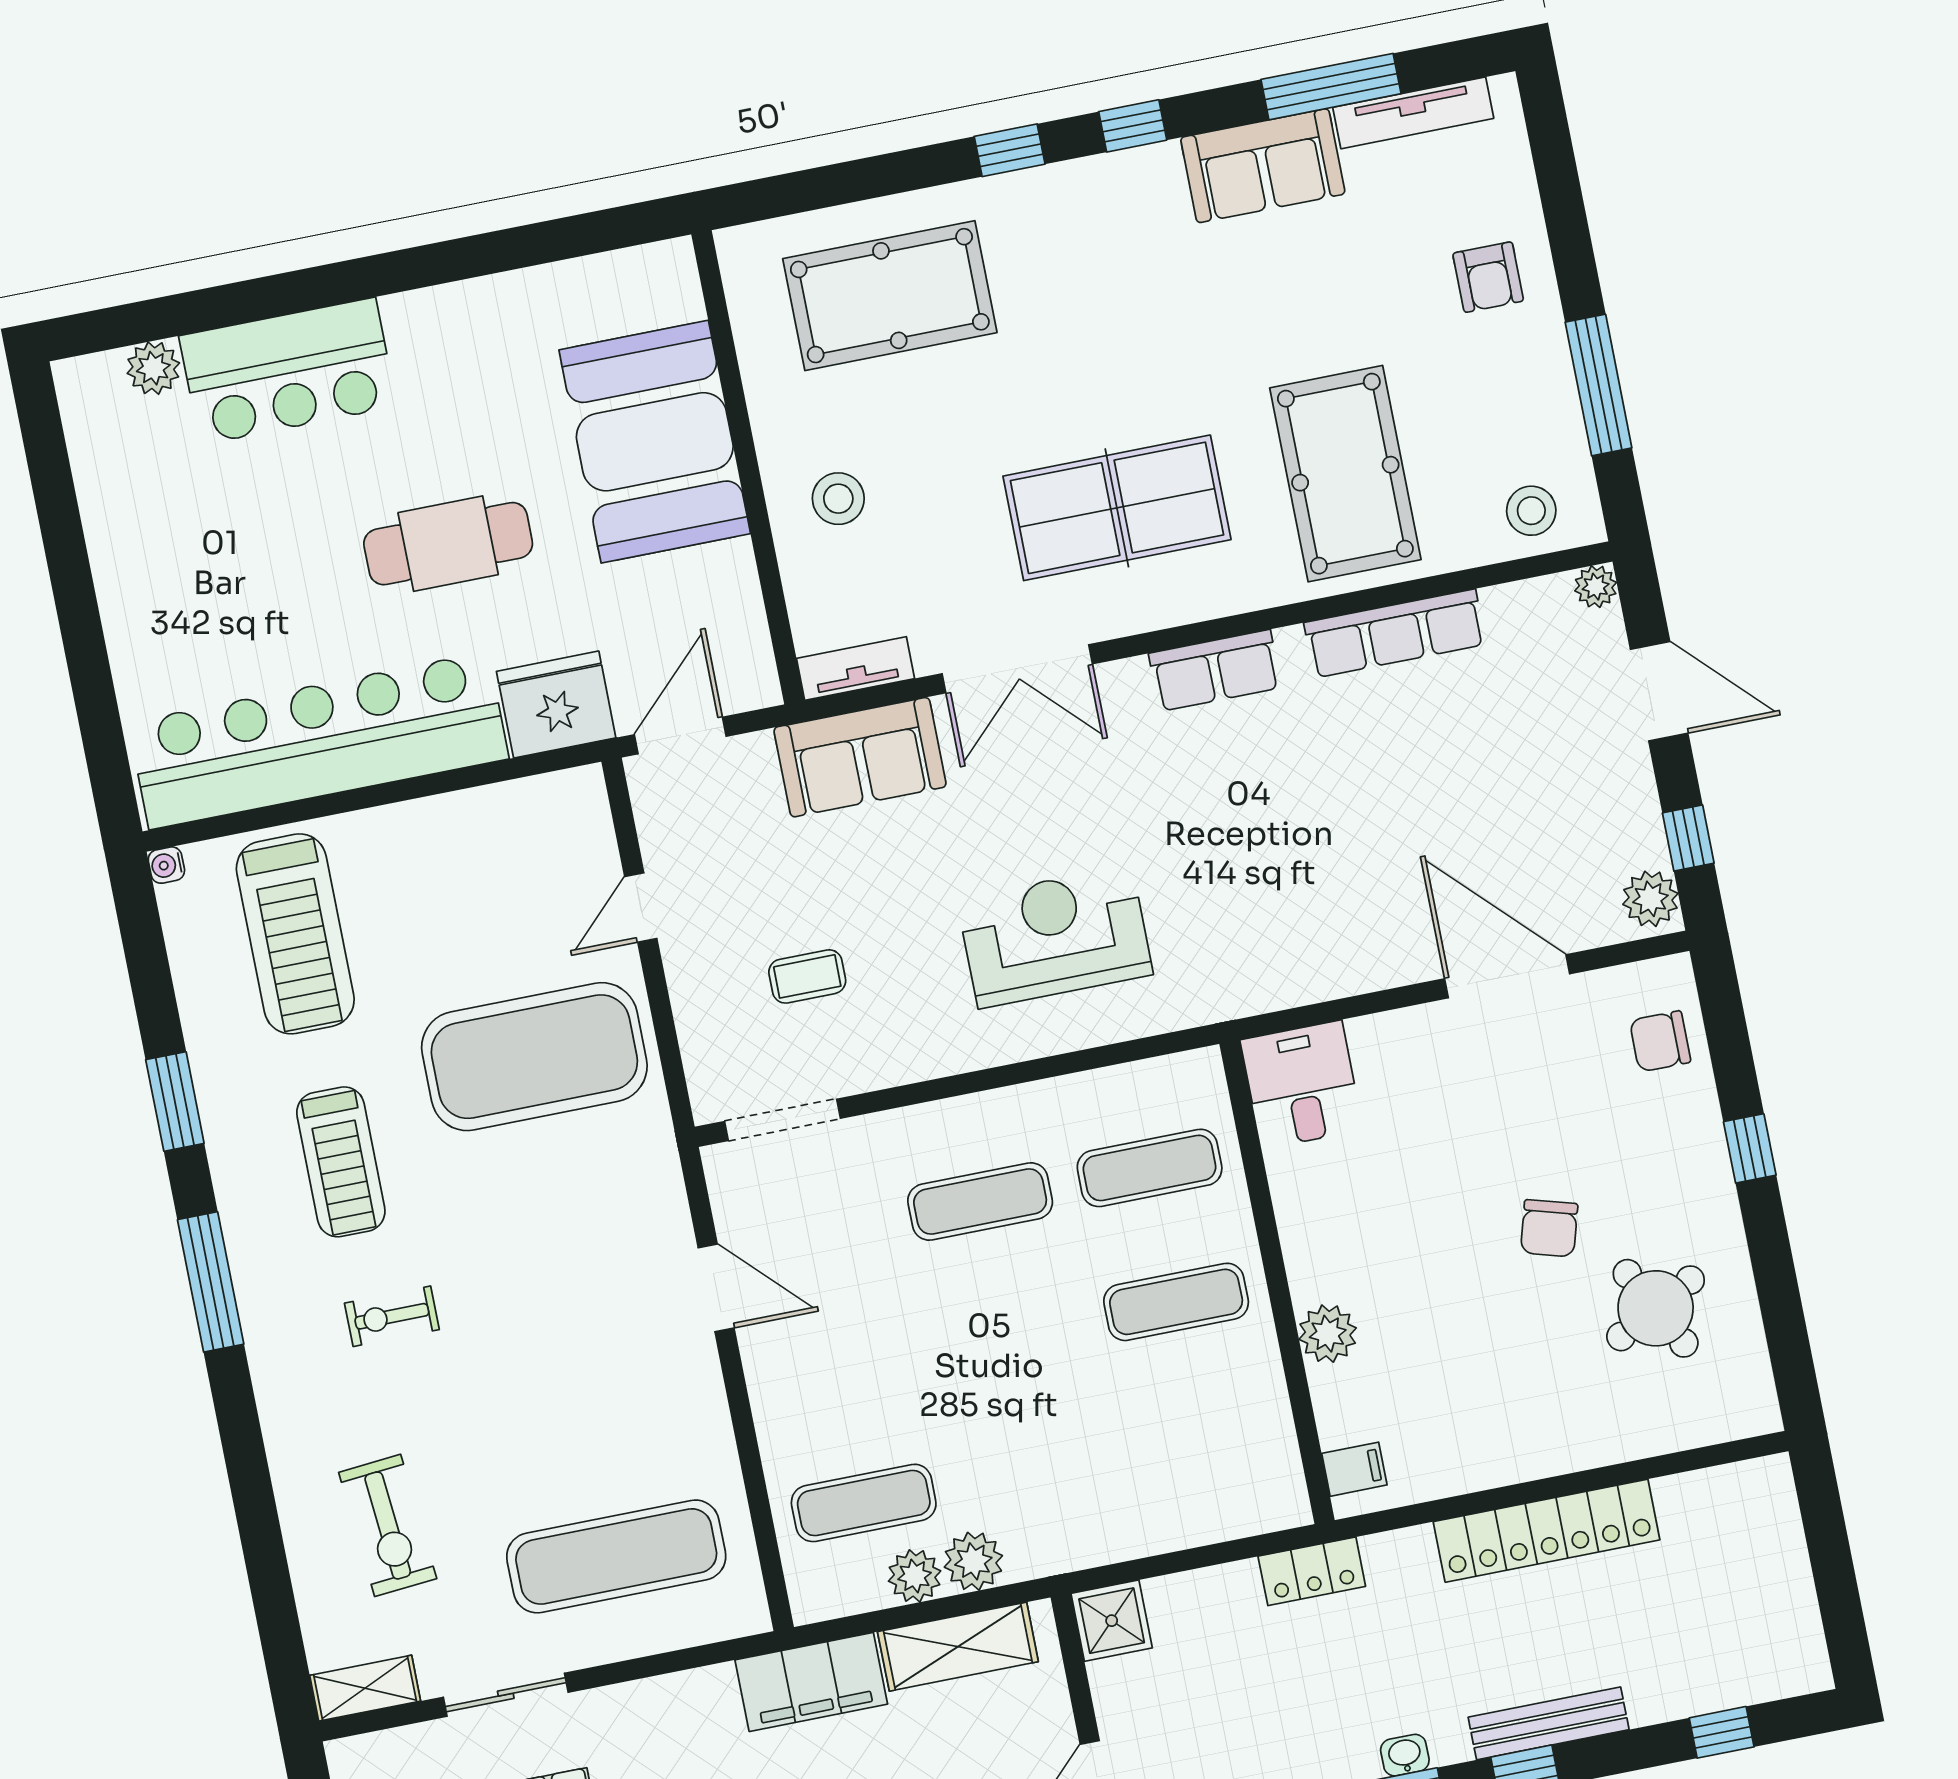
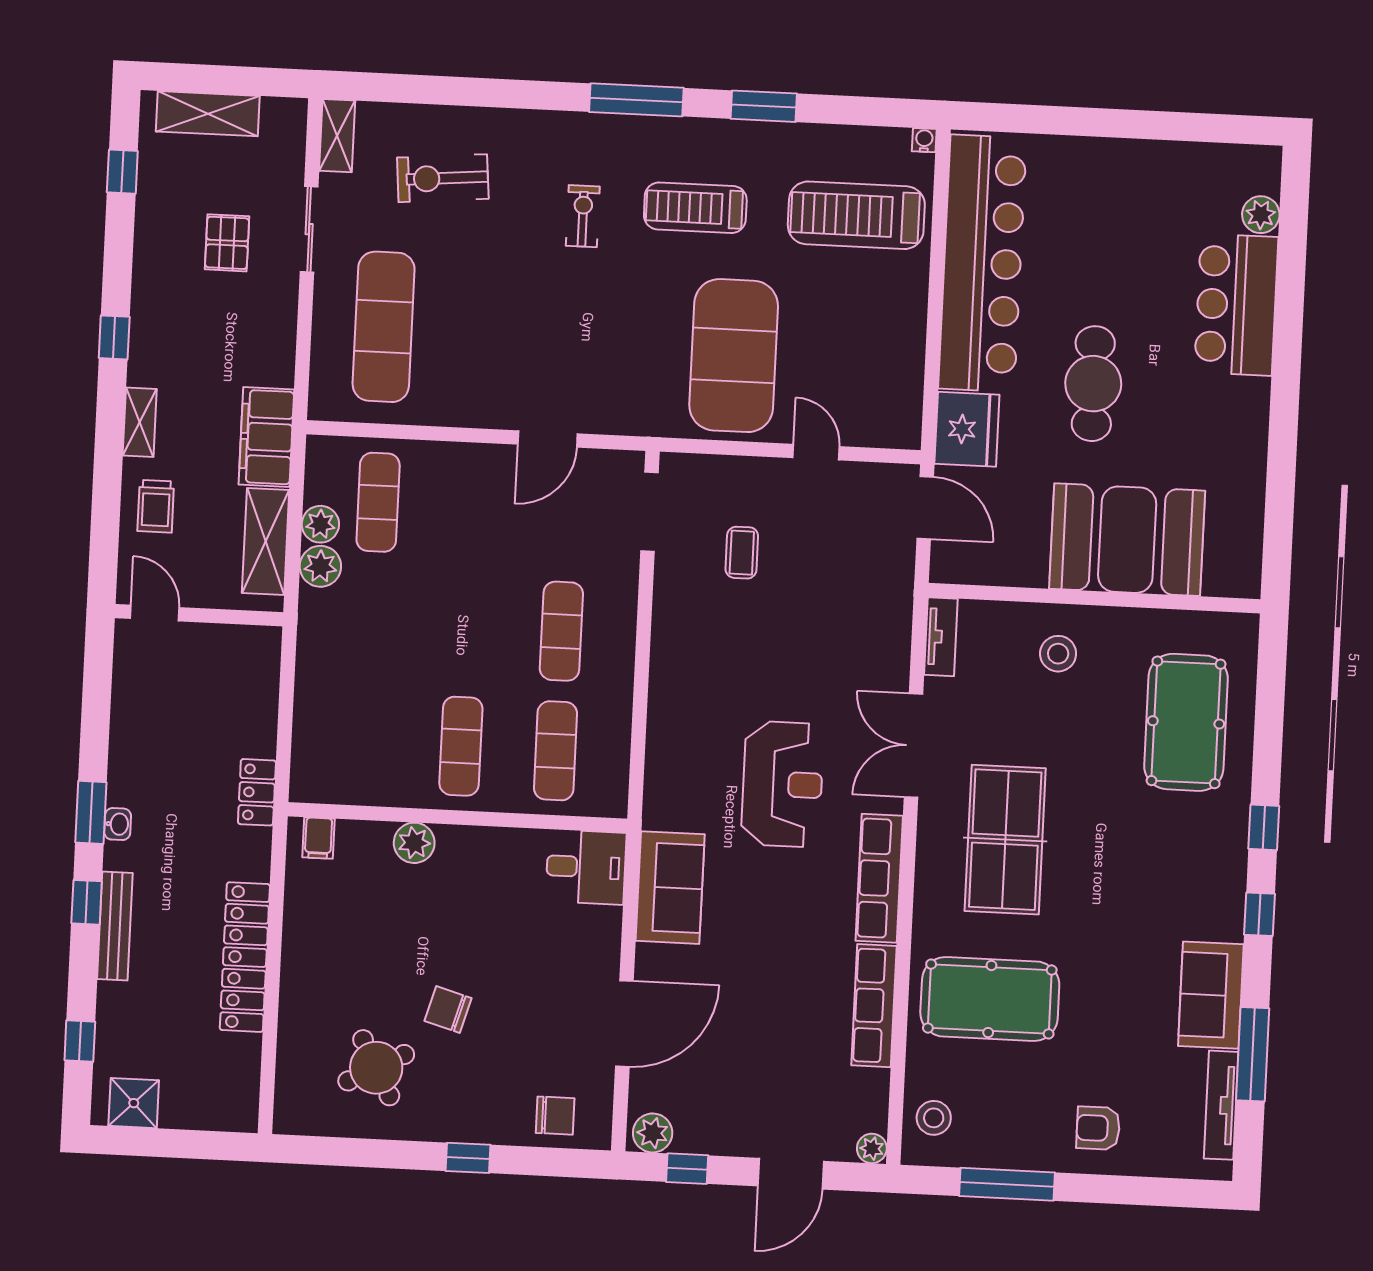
row of seats: (1215, 670) -> (879, 878), width x1.48
sofa: (860, 757) -> (670, 888), moved, turned 180
reception desk: (1055, 937) -> (783, 784), moved
chair: (1660, 1041) -> (555, 1116), turned 90
shower: (1112, 1621) -> (134, 1103), moved

